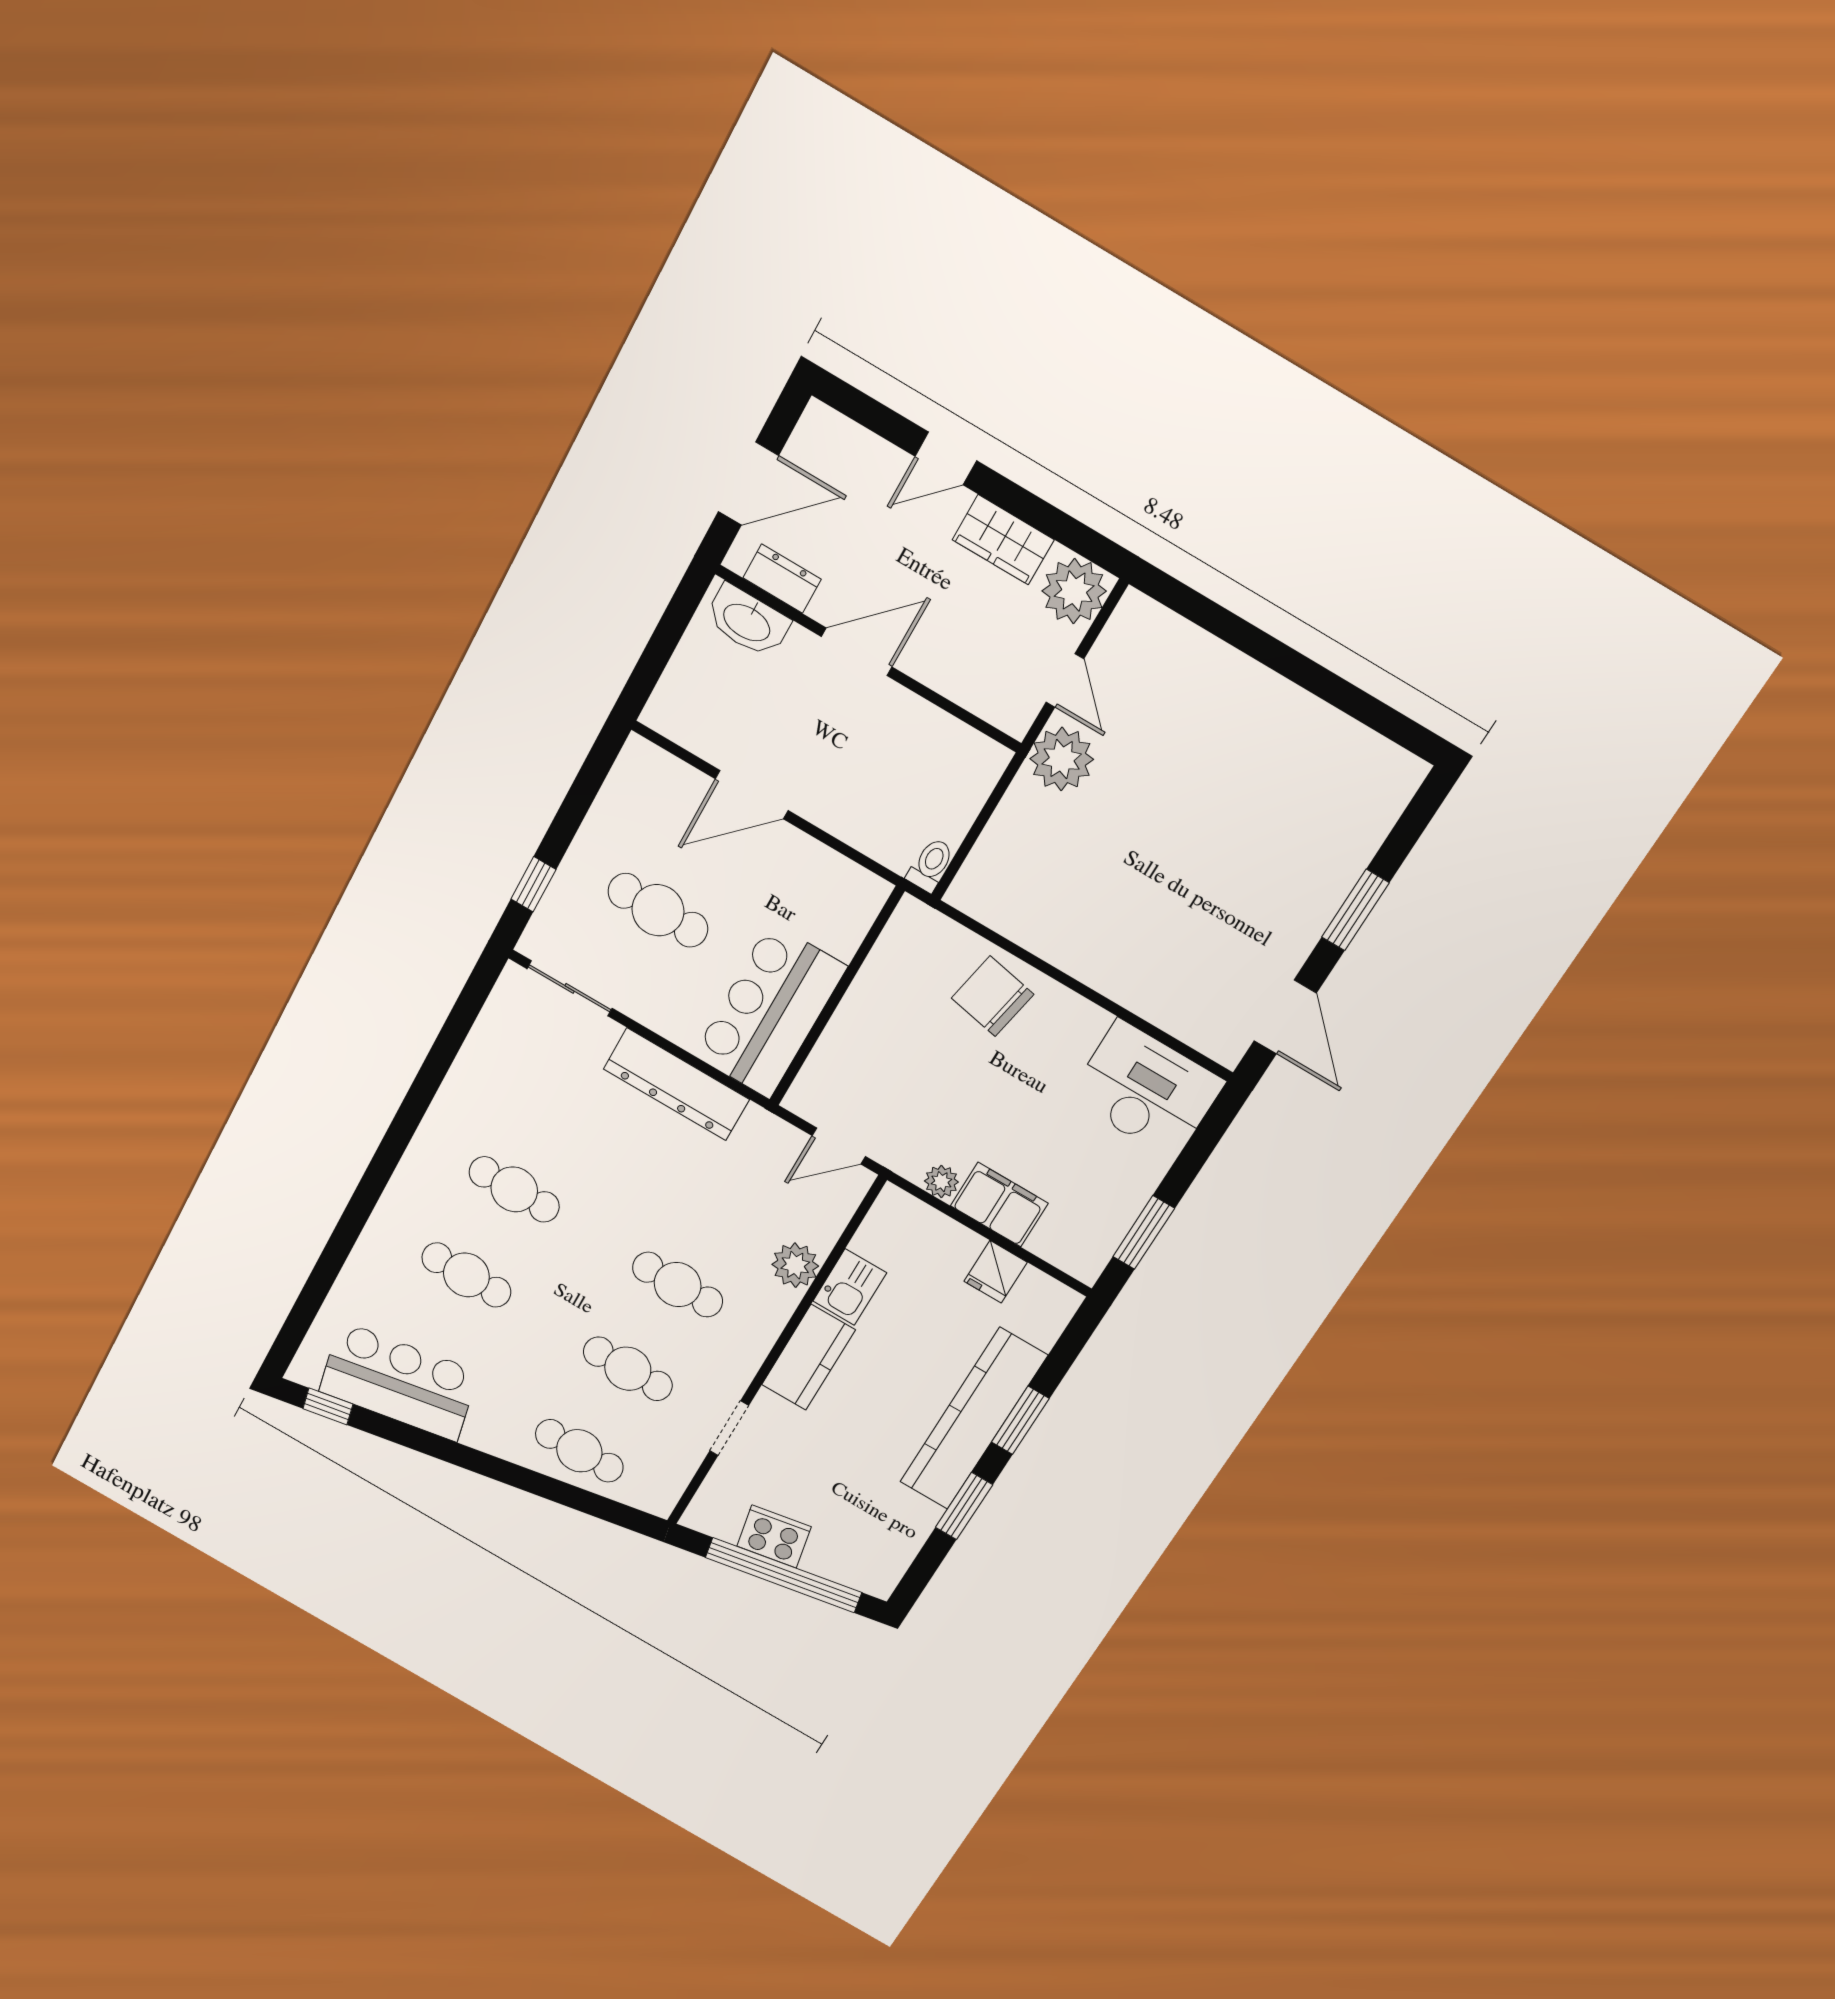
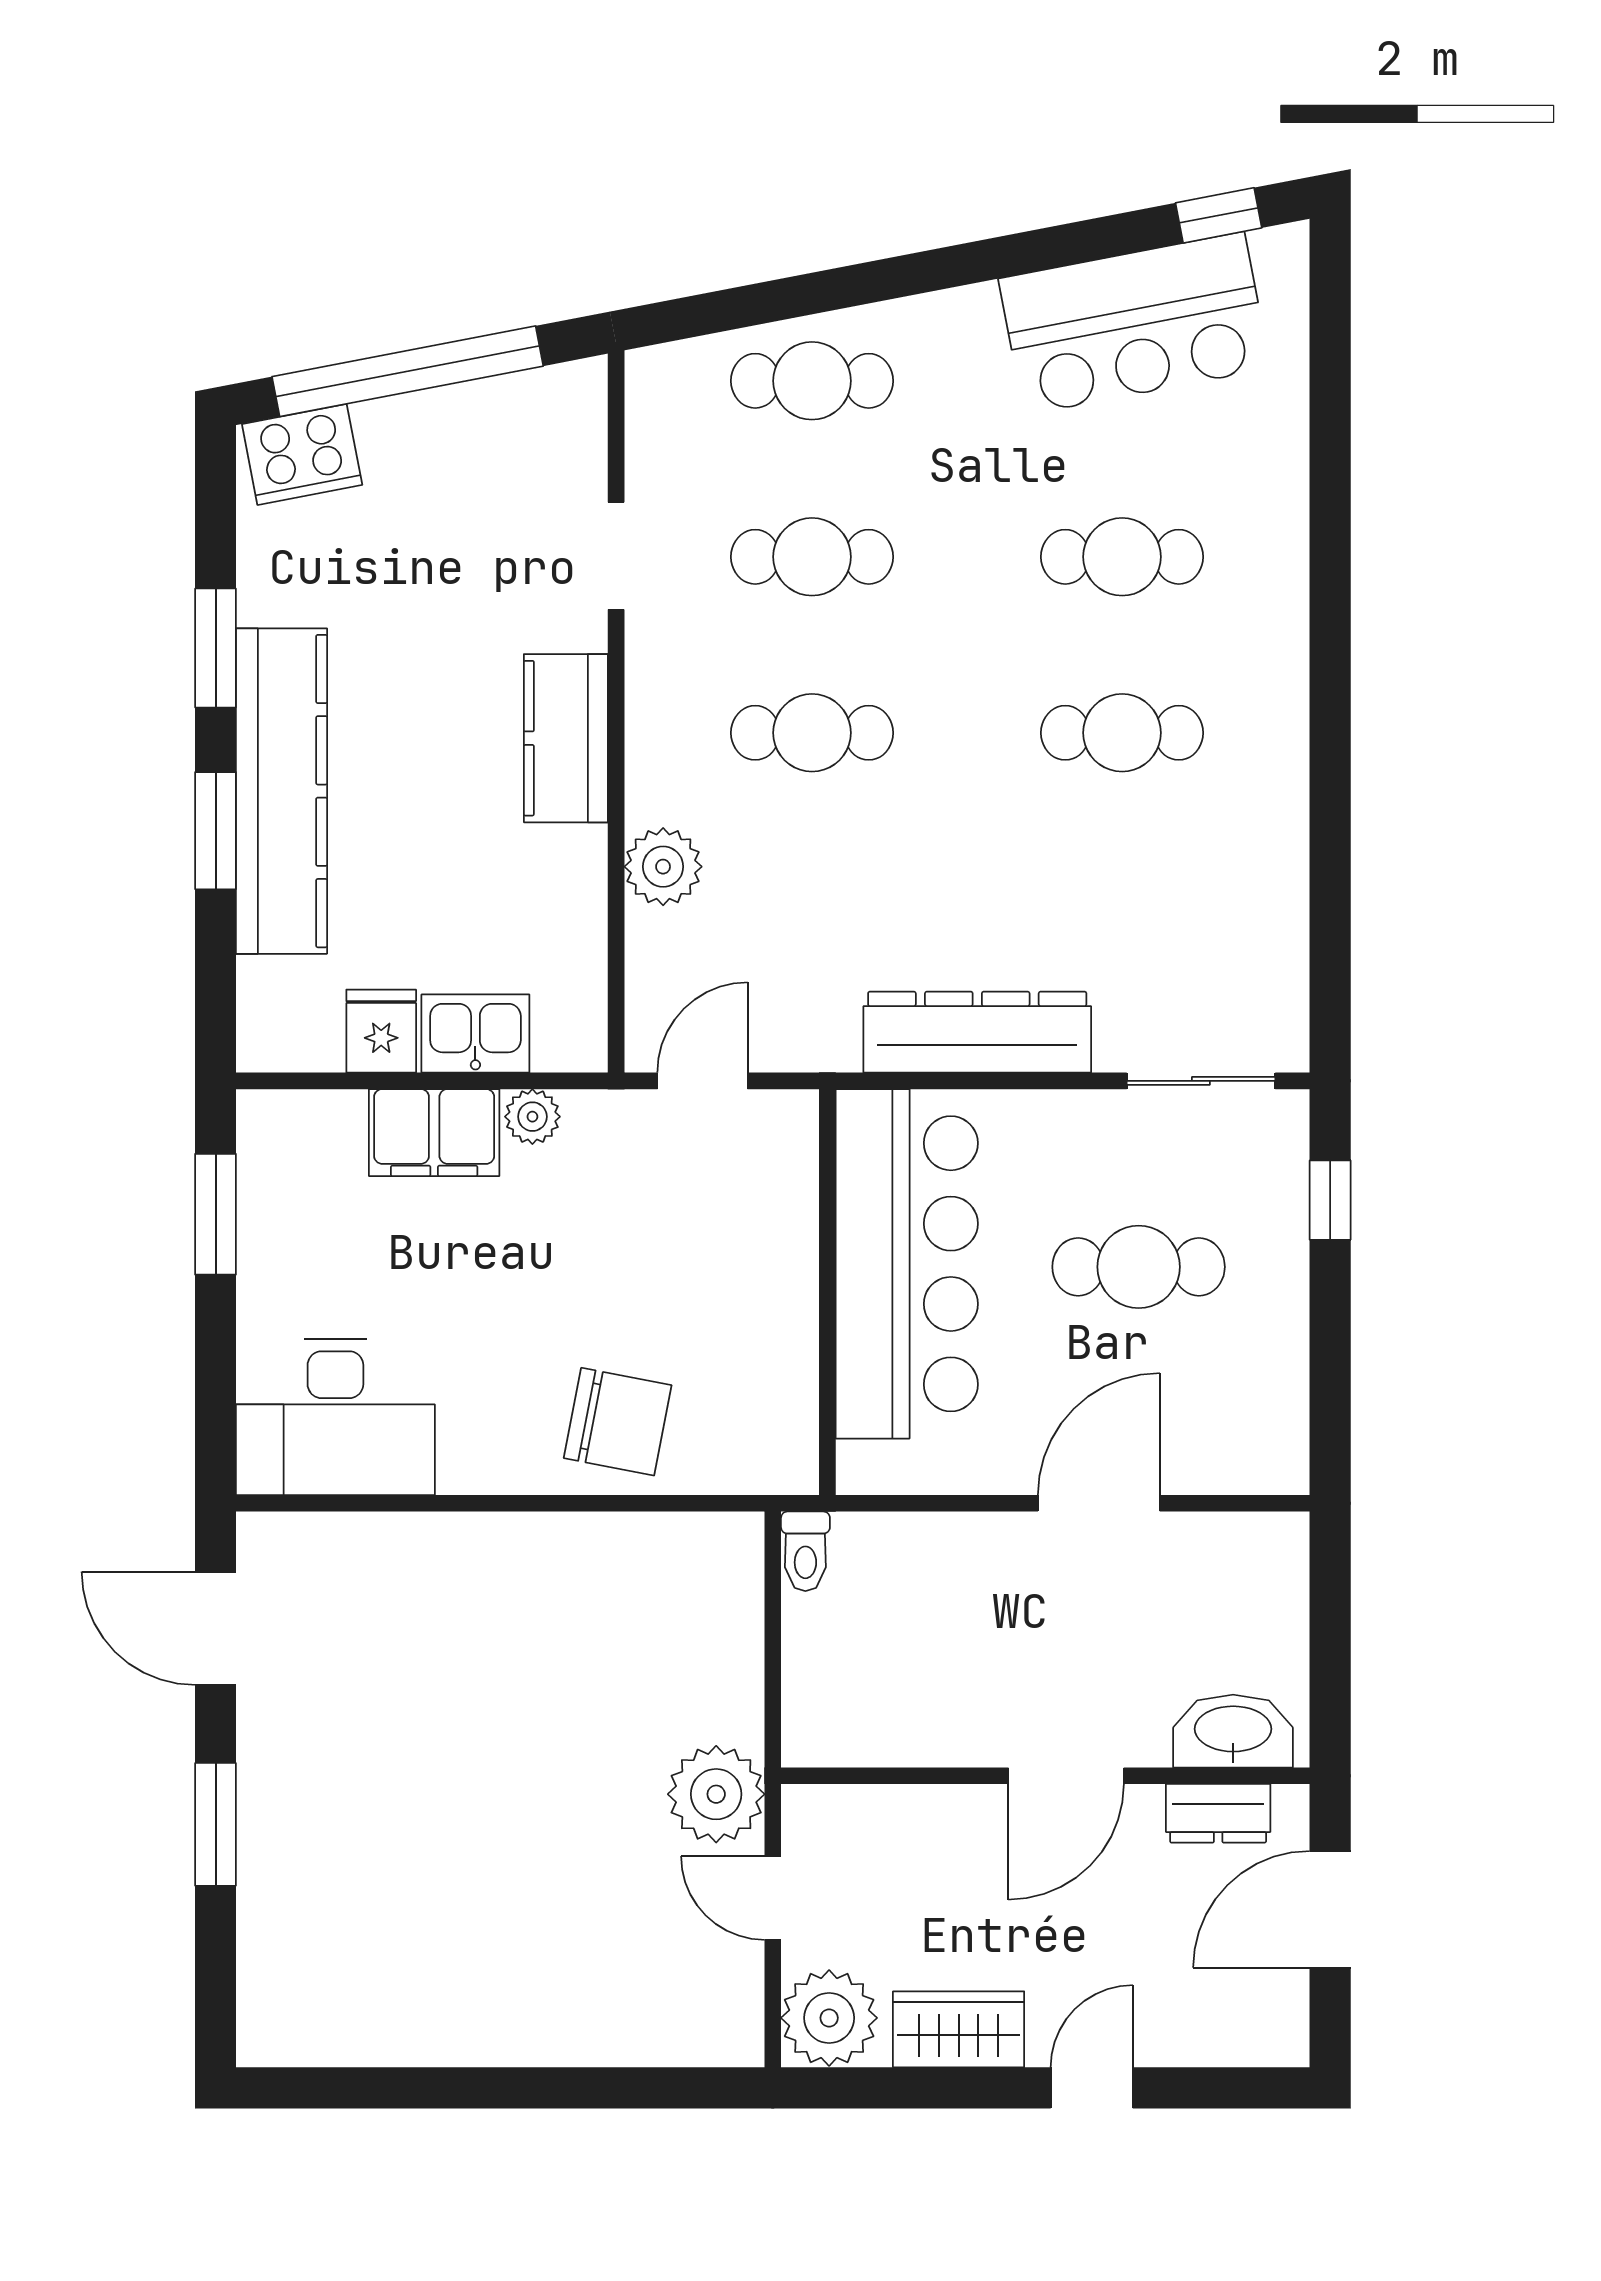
bar counter: (770, 1011) -> (907, 1264), width x1.36
kitchen sink: (850, 1287) -> (475, 1034), moved, turned 90
cooker: (774, 1536) -> (302, 454), moved

